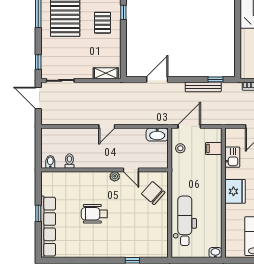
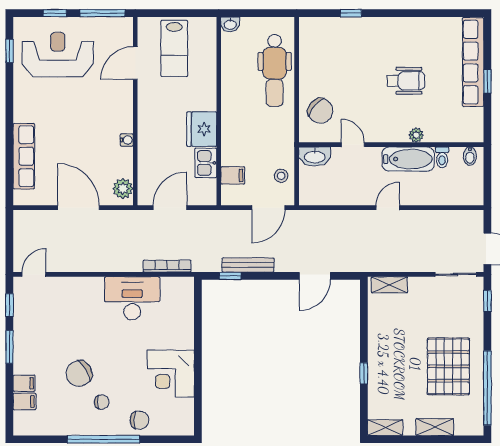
pallet: (102, 23) -> (394, 358), removed
washbasin: (157, 135) -> (315, 156), moved, turned 180
bathtub: (93, 160) -> (408, 159), added
plant: (115, 176) -> (416, 135), moved
fridge: (235, 191) -> (202, 129), moved

